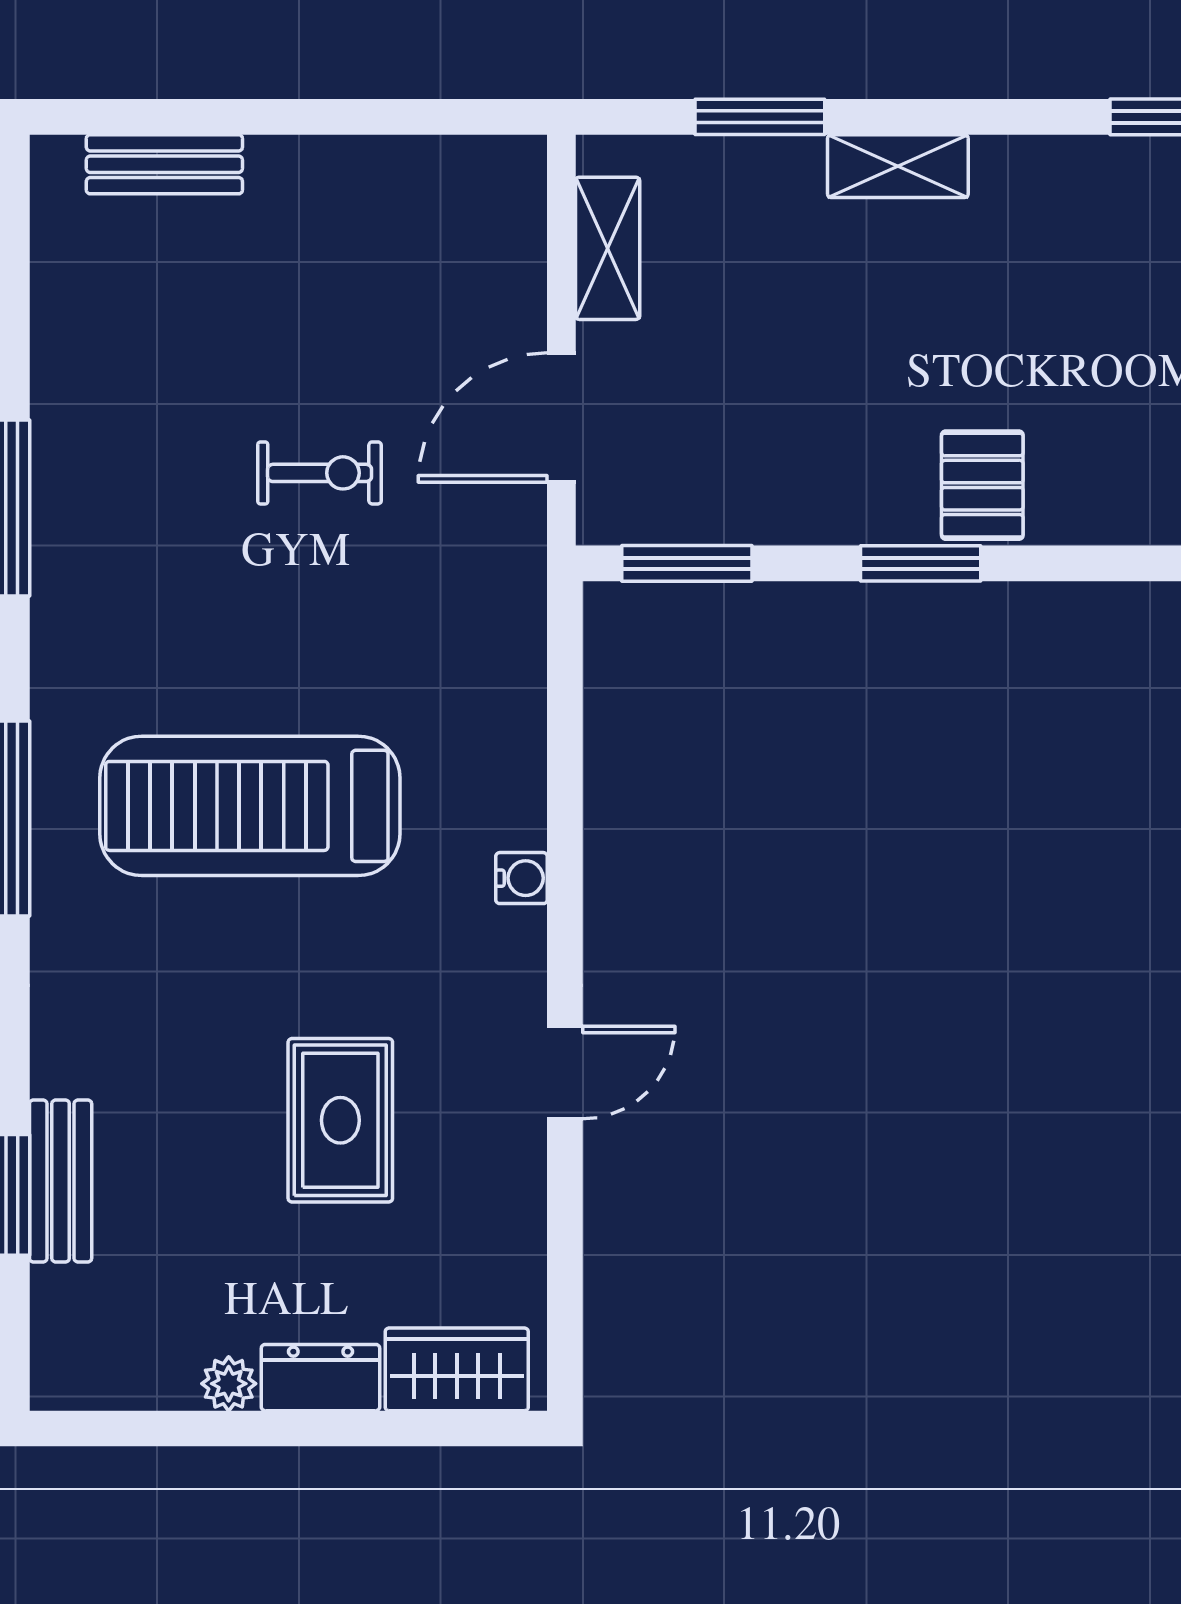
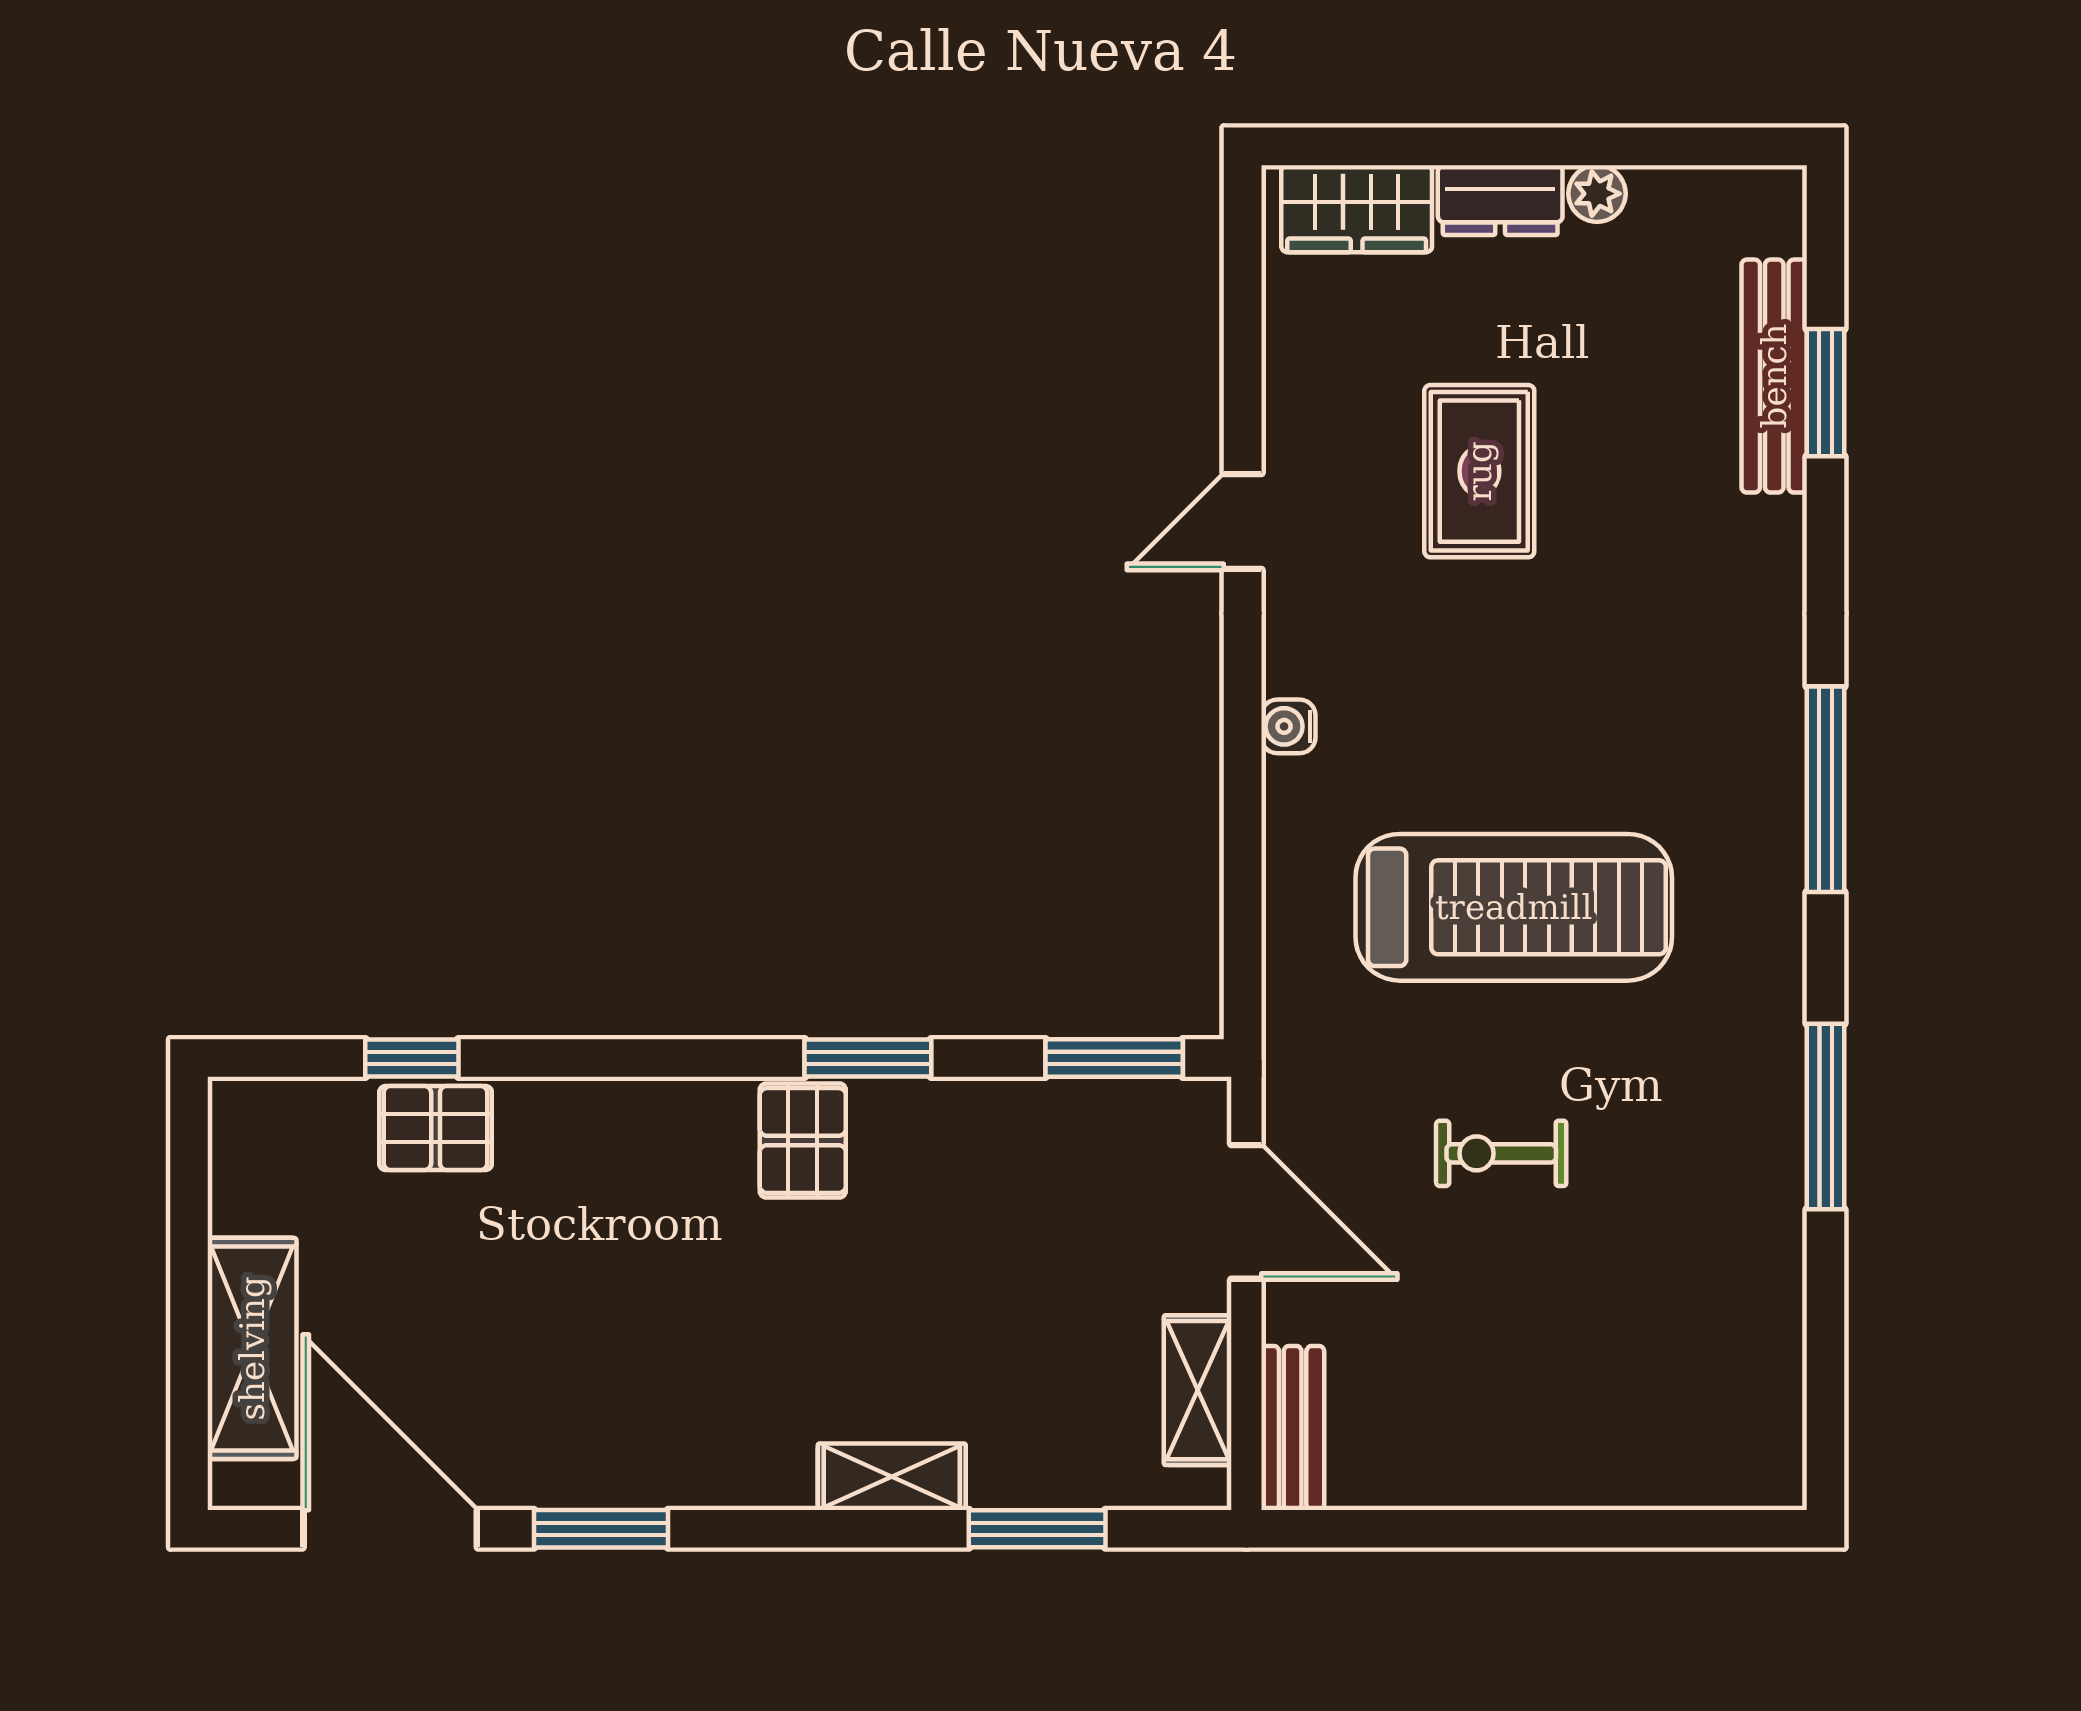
bench: (164, 164) -> (1293, 1428), moved, turned 90
door: (561, 417) -> (1246, 1212), hinge flipped
treadmill: (250, 806) -> (1514, 907), moved
bench: (61, 1181) -> (1774, 376), width x1.36

